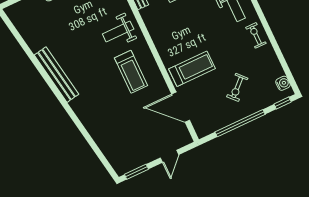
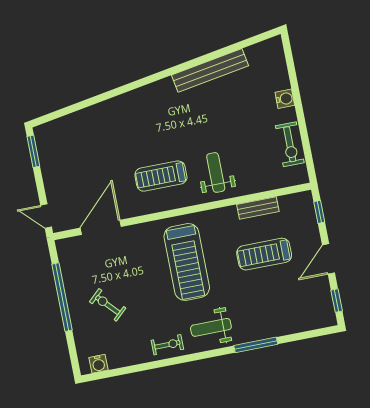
treadmill: (192, 69) -> (187, 262), moved, width x1.37, depth x1.38
bench: (56, 75) -> (210, 70), moved
window: (283, 103) -> (74, 357), removed
door: (170, 156) -> (46, 216), moved

